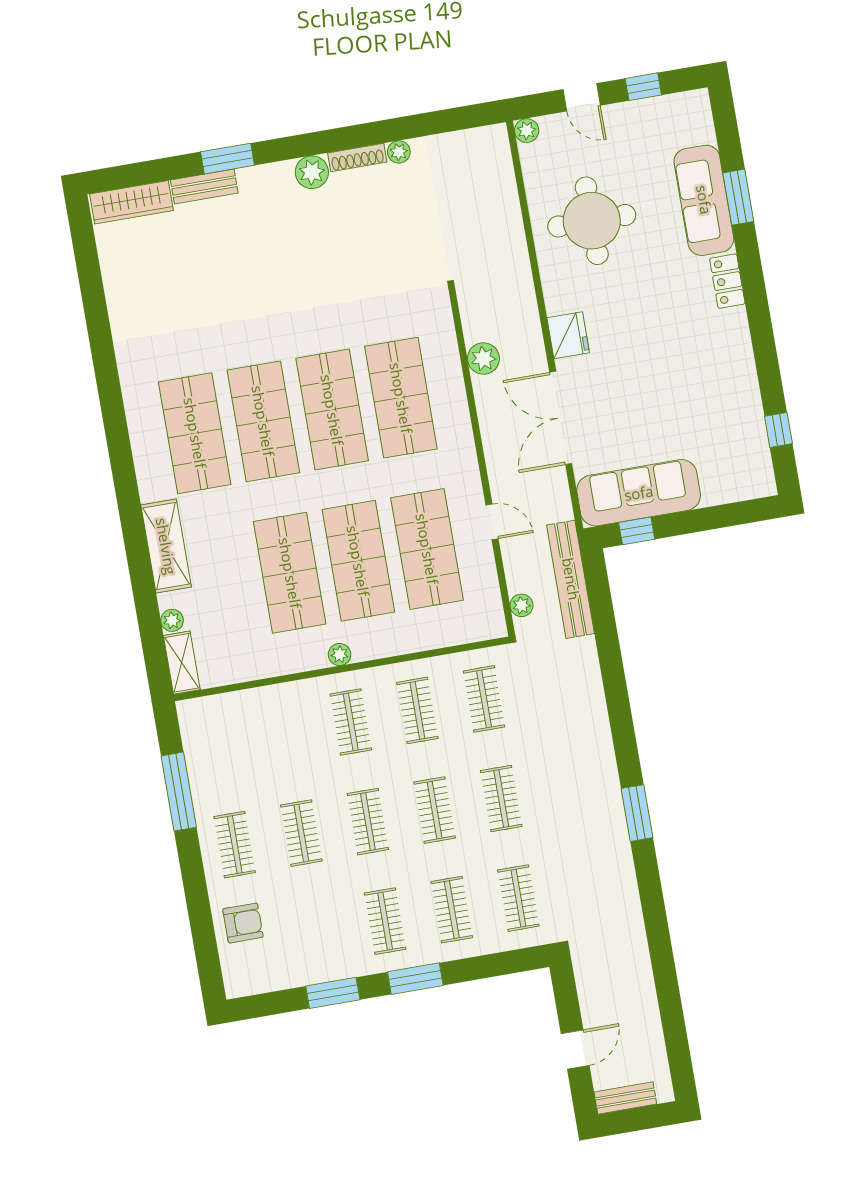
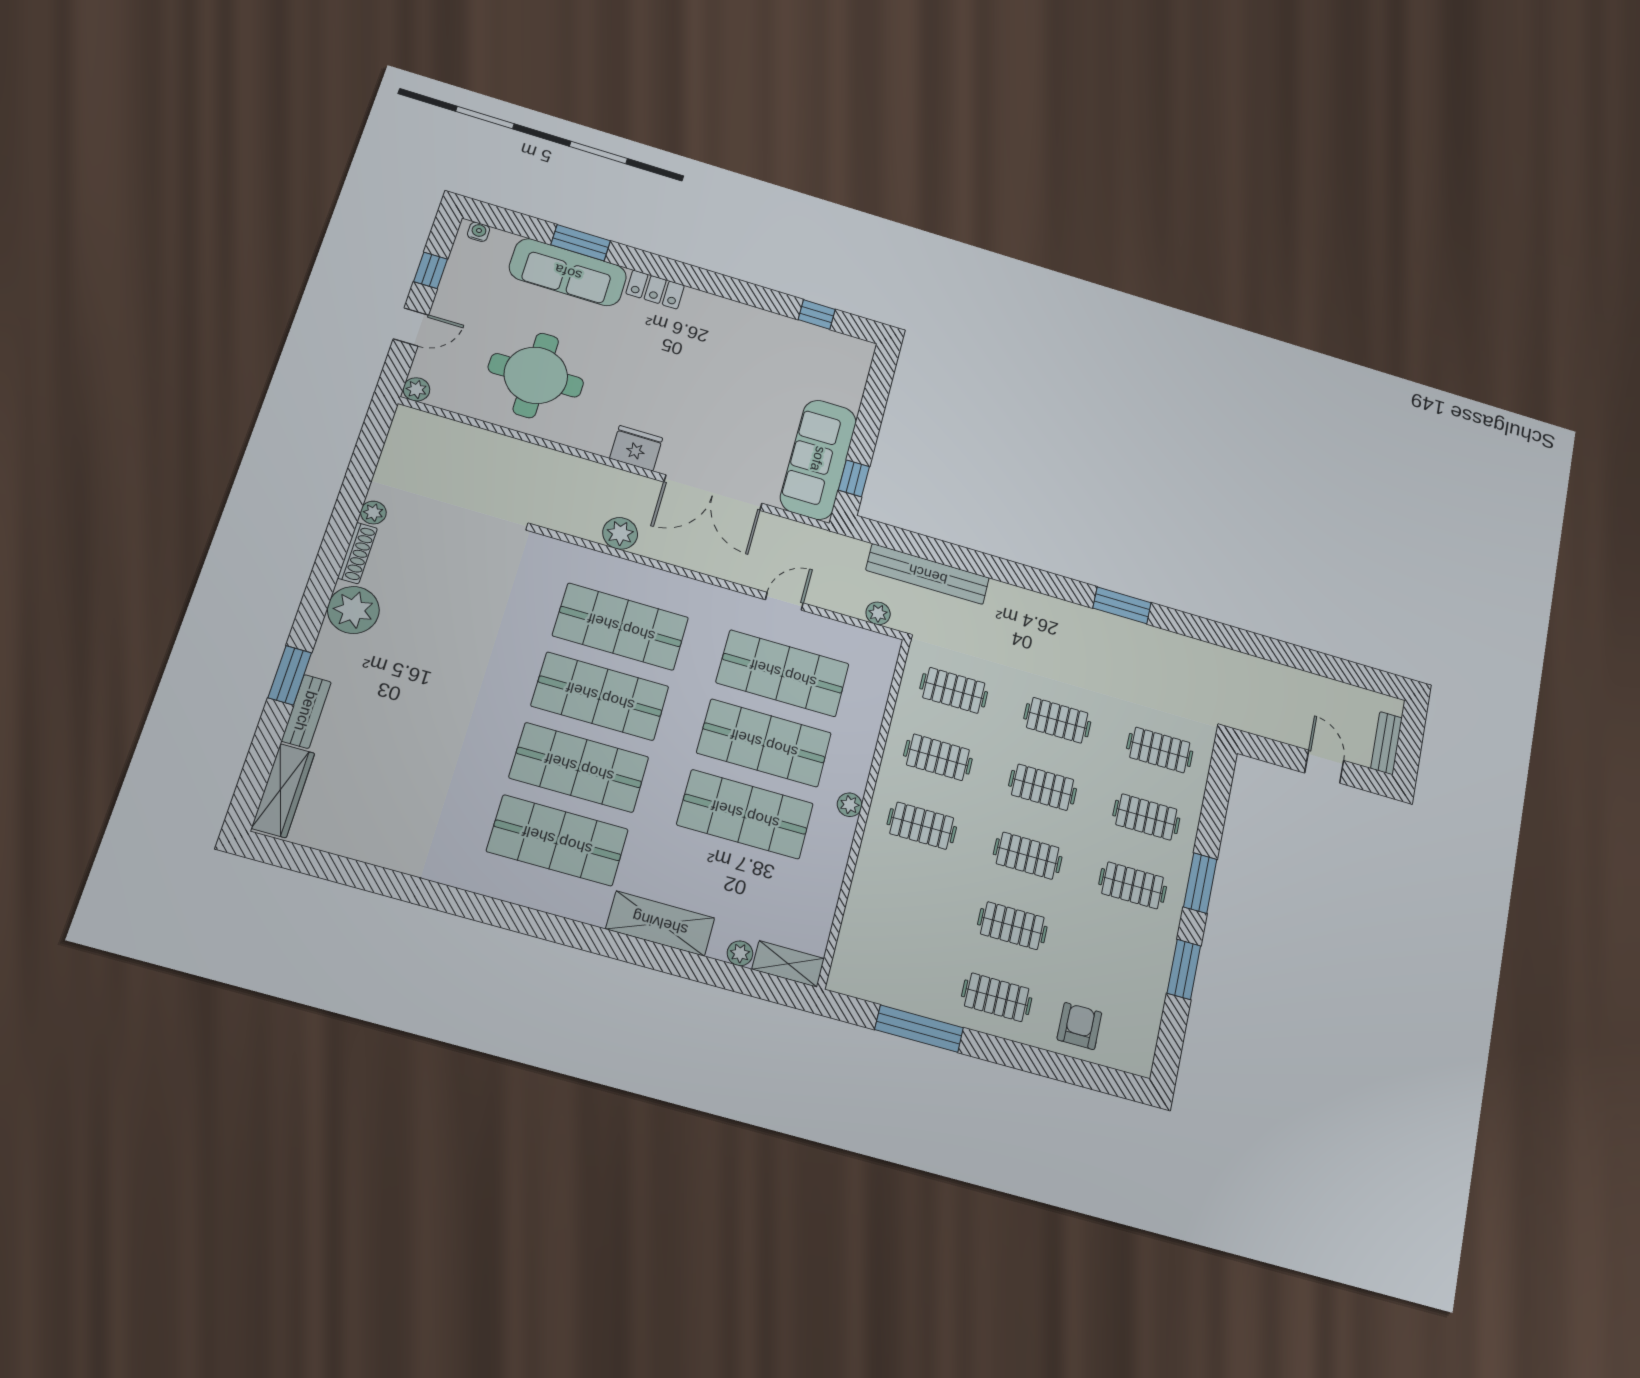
water cooler: (702, 108) -> (479, 232), added
plant: (312, 172) -> (353, 610), width x1.36, depth x1.36
bench: (571, 579) -> (928, 574), moved

